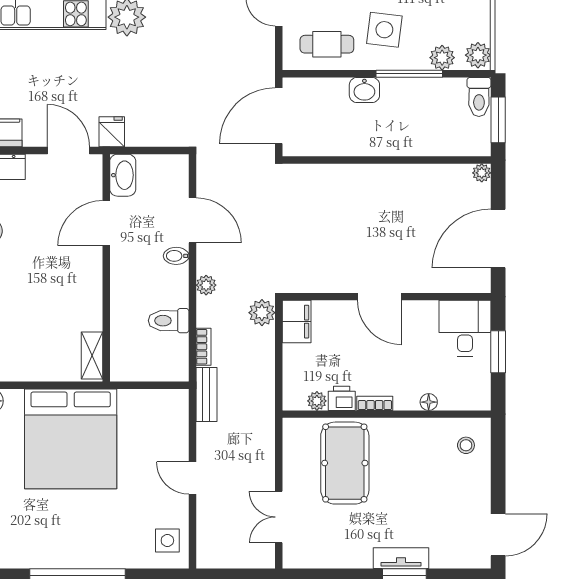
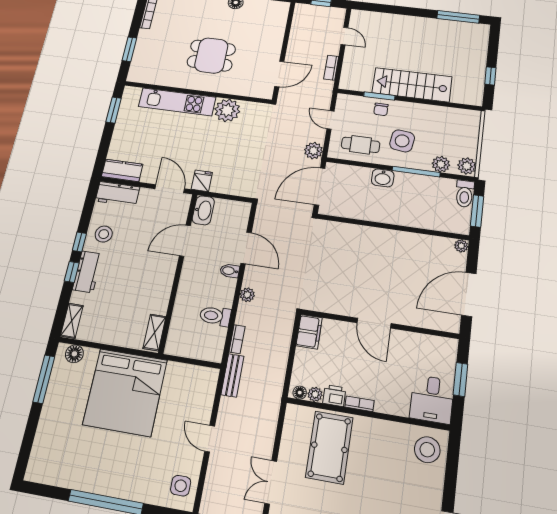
plant: (262, 313) -> (313, 151), moved
desk: (465, 328) -> (432, 399), moved, turned 180
floor lamp: (429, 402) -> (300, 393), moved
stool: (466, 445) -> (427, 450), width x1.89, depth x1.89

